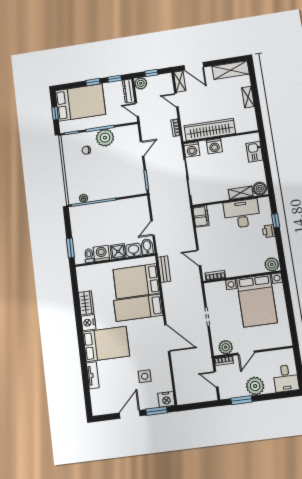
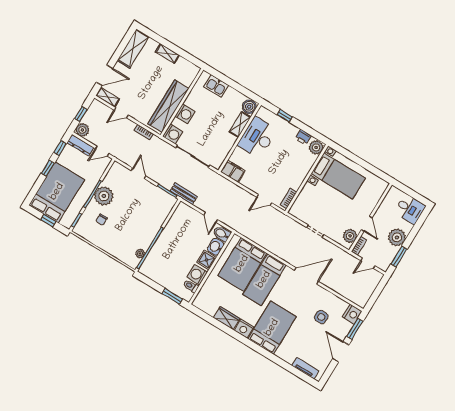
printer: (269, 231) -> (303, 137), moved
bench: (164, 269) -> (184, 194), moved
bed with nightstands: (257, 301) -> (338, 176), width x0.73
tv unit: (93, 375) -> (305, 368), moved

